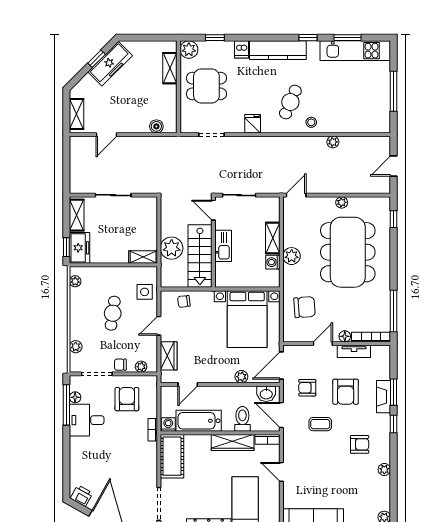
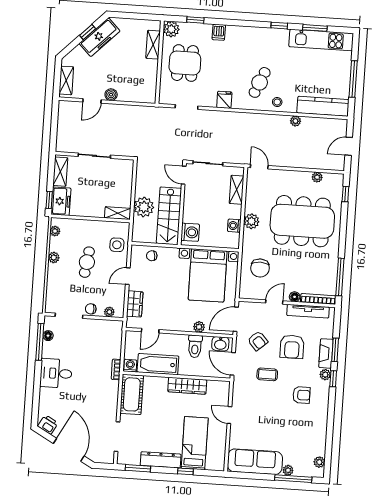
kitchen counter: (278, 50) -> (323, 106), moved, turned 180
dining table: (206, 86) -> (185, 63), turned 90
boiler: (156, 126) -> (111, 95), moved
door: (296, 195) -> (259, 167), hinge flipped
plant: (342, 202) -> (317, 177), moved
shelving: (273, 238) -> (237, 190), moved
kitchen sink: (223, 246) -> (190, 208), removed
dining table: (348, 252) -> (302, 221), turned 90
washing machine: (225, 273) -> (190, 232), added
chair: (304, 307) -> (260, 268), turned 94
plant: (76, 347) -> (54, 258), moved
tv unit: (354, 351) -> (308, 311), width x1.41
armchair: (307, 388) -> (258, 341), turned -132
armchair: (127, 399) -> (95, 340), removed
toilet: (242, 419) -> (195, 346), moved, turned 180
desk: (87, 420) -> (56, 373), moved
bookcase: (267, 439) -> (219, 385), removed
plant: (384, 470) -> (325, 375), moved

